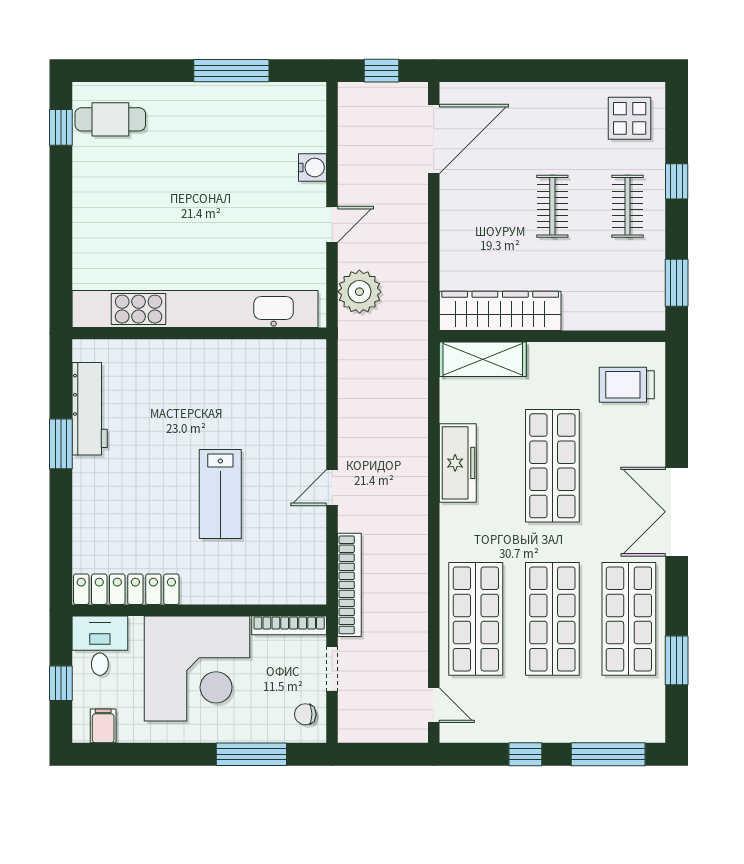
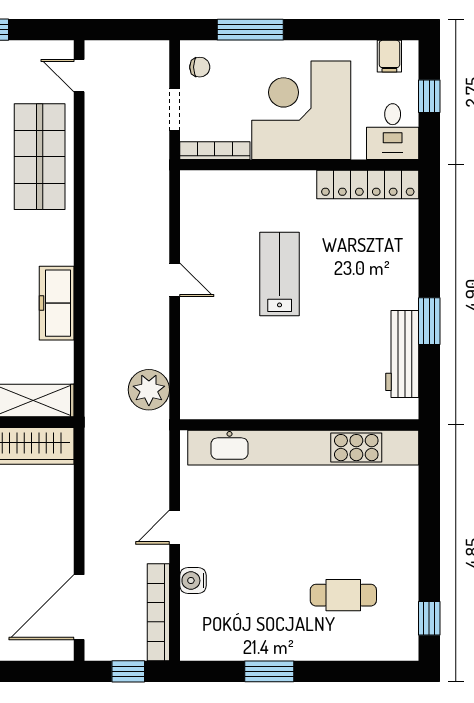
window: (231, 71) -> (269, 671), width x0.69
cafe table: (110, 119) -> (343, 595), moved
plant: (359, 292) -> (149, 390), moved
door: (332, 488) -> (175, 280), hinge flipped
bookcase: (349, 585) -> (158, 612), moved

